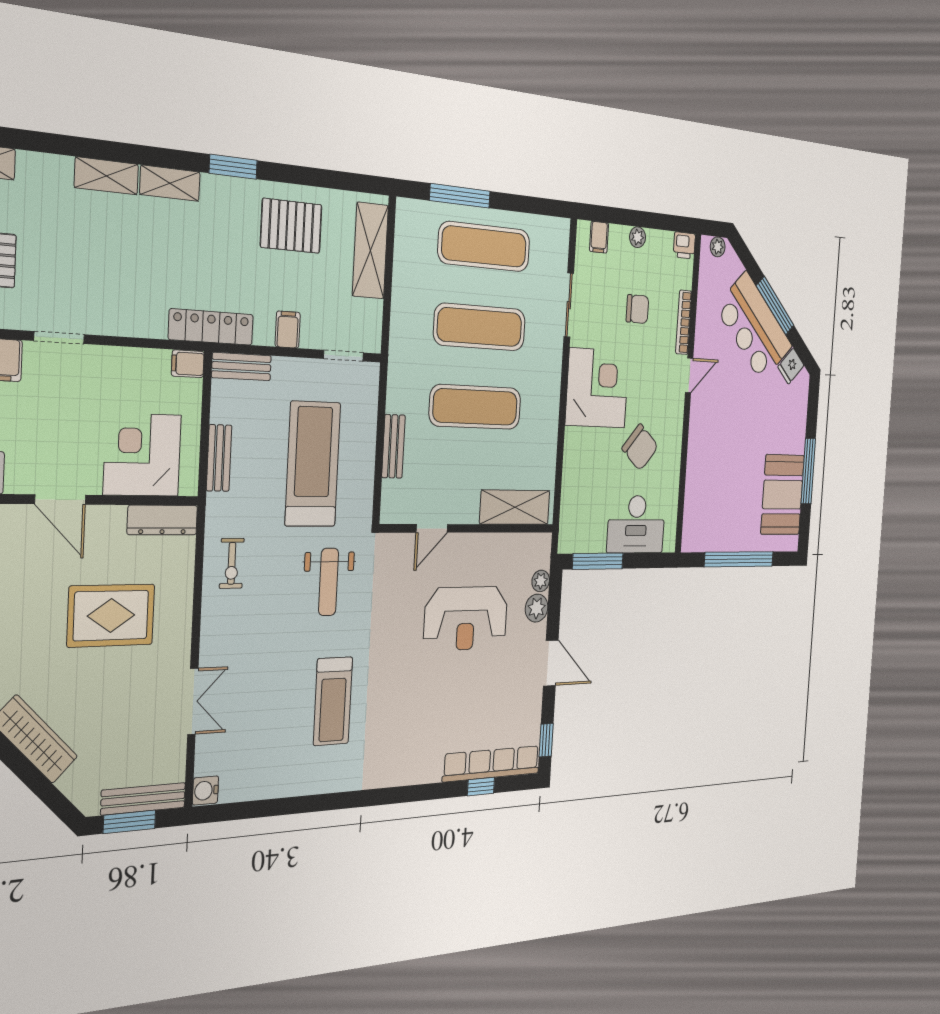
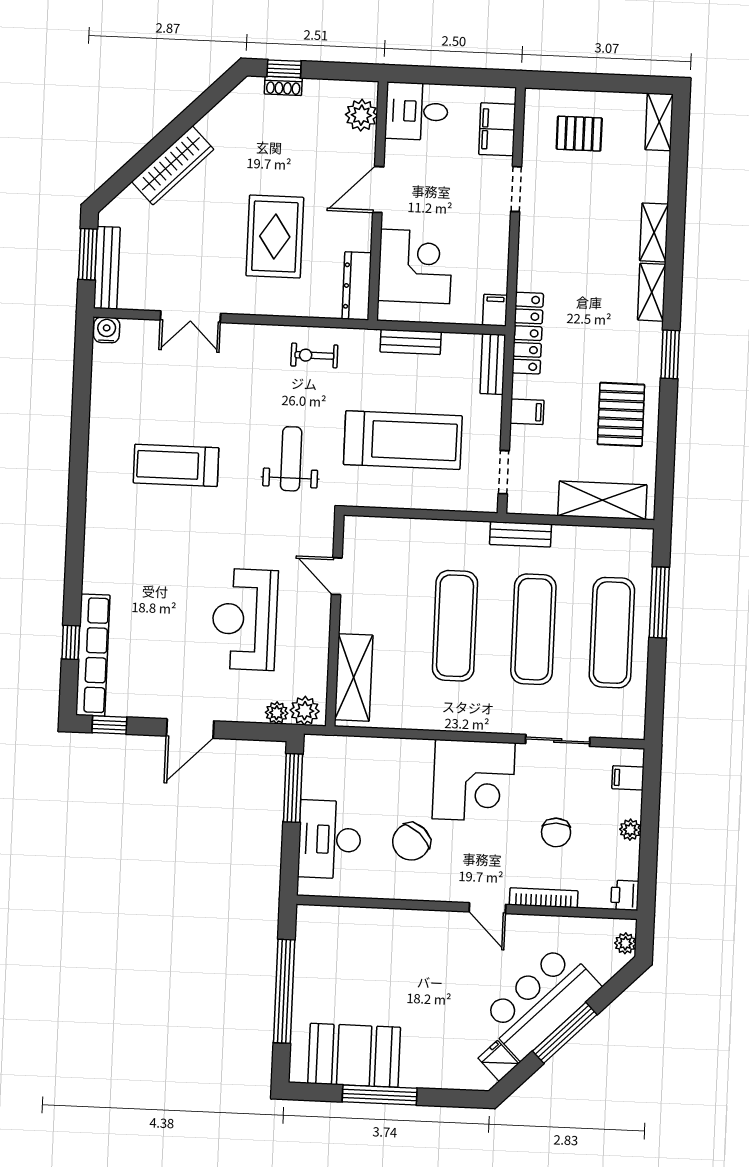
bench: (393, 446) -> (520, 534), moved
weight bench: (329, 582) -> (291, 459), turned 90
plant: (537, 608) -> (305, 711), moved

